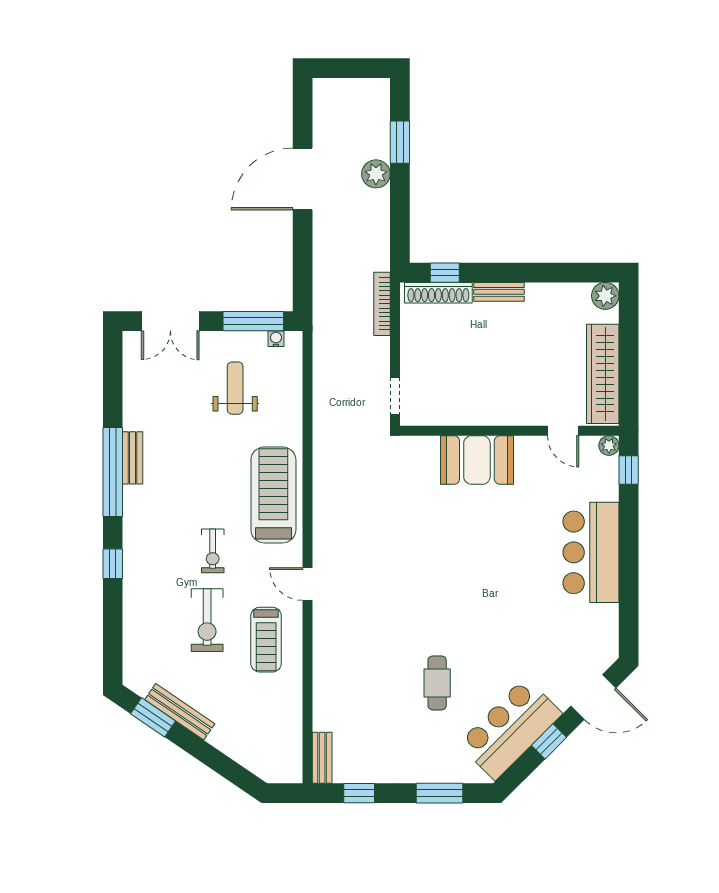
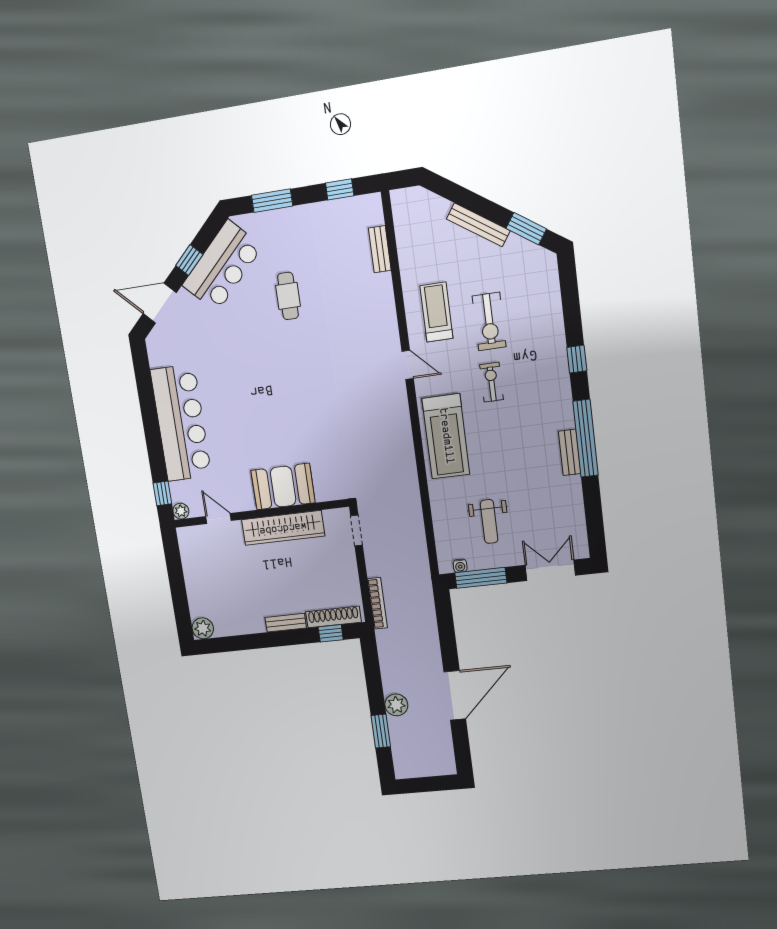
wardrobe: (603, 374) -> (283, 528), moved, turned 90
bar counter: (591, 552) -> (181, 423), width x1.36
exercise bike: (207, 620) -> (489, 322), turned 180
bench: (180, 712) -> (478, 225), moved
bench: (322, 758) -> (380, 249), moved

